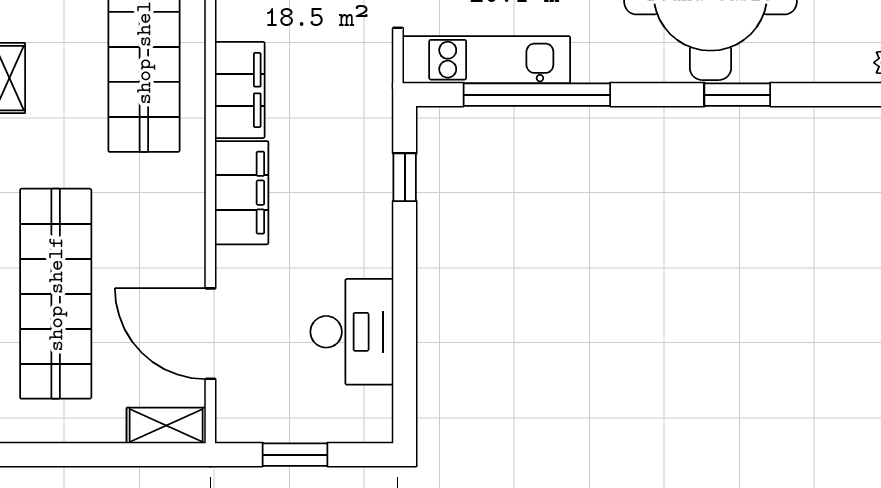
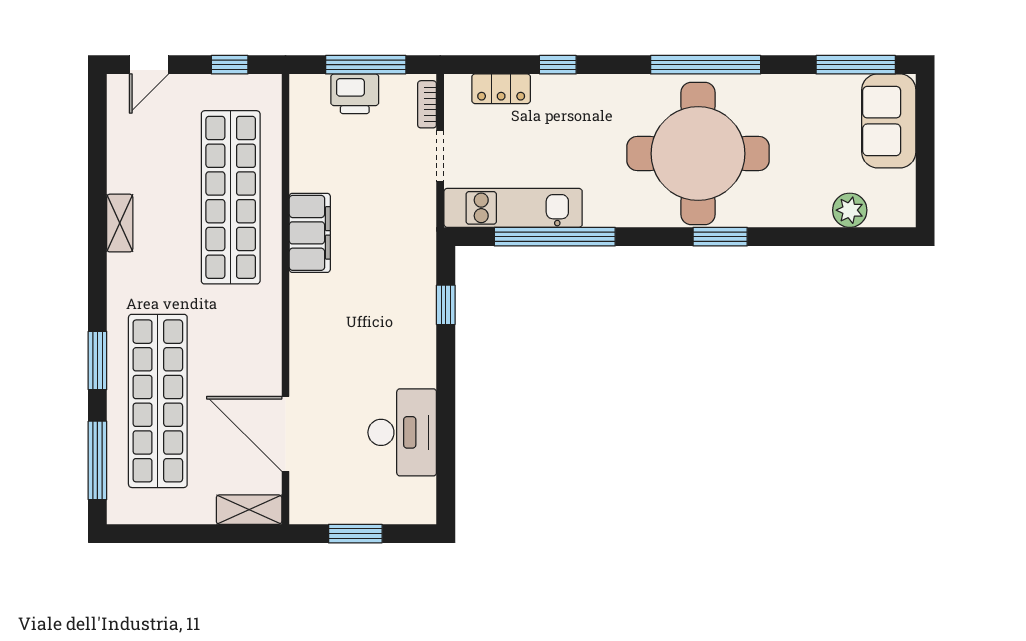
filing cabinet: (242, 193) -> (311, 318), removed

